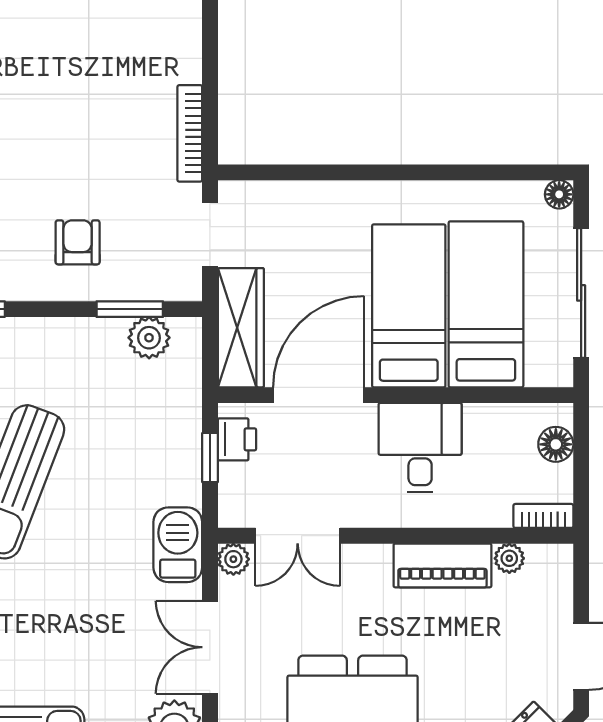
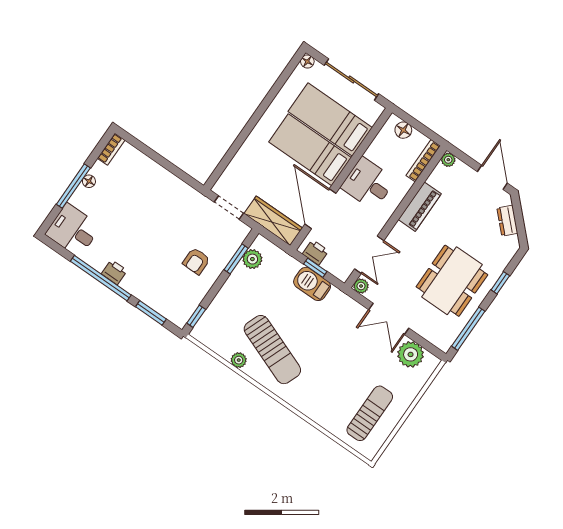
bookcase: (190, 133) -> (184, 188), removed
armchair: (78, 242) -> (196, 261), turned -90
bookcase: (543, 516) -> (423, 161), width x1.56
barbecue: (178, 545) -> (312, 284), moved
plant: (509, 558) -> (448, 160), moved

